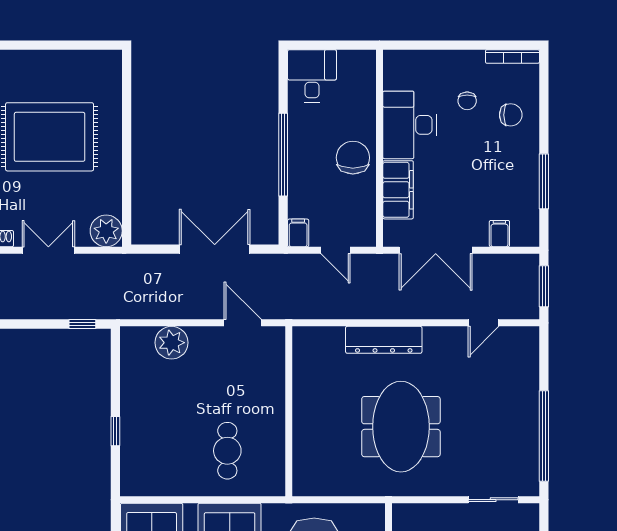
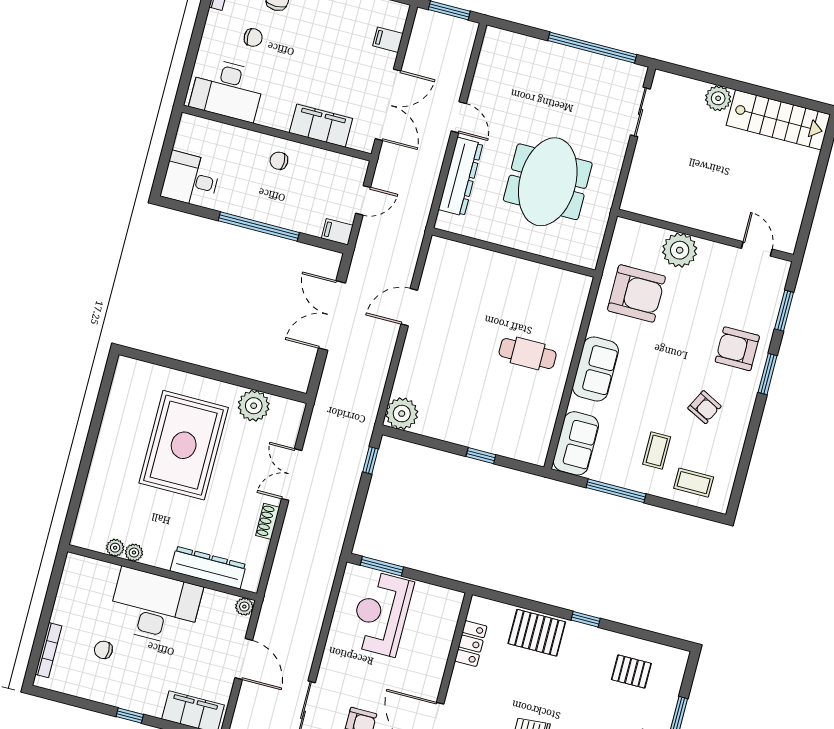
desk: (409, 125) -> (227, 90), moved
chair: (353, 158) -> (279, 161), width x0.54, depth x0.54
plant: (106, 231) -> (254, 406), moved
door: (484, 323) -> (459, 117), moved
plant: (172, 343) -> (402, 414), moved
wall: (289, 411) -> (514, 253), moved
meeting table: (401, 427) -> (548, 182), turned 90

